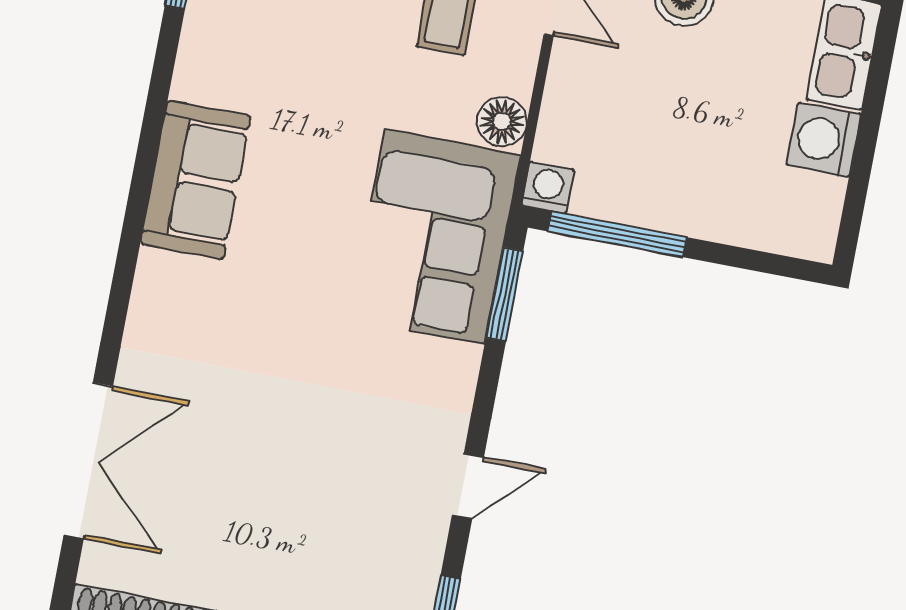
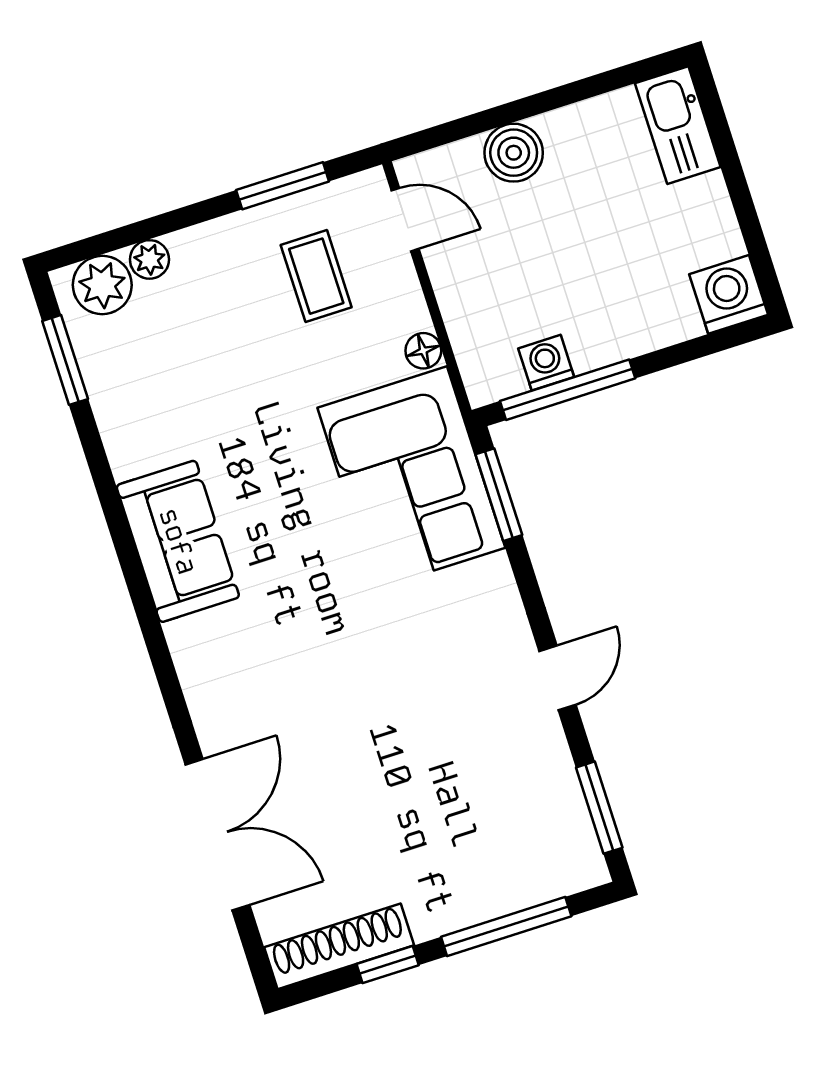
floor lamp: (502, 121) -> (423, 351), width x0.73, depth x0.73
washing machine: (824, 139) -> (729, 294), moved, turned 90
washing machine: (548, 188) -> (546, 363), moved

